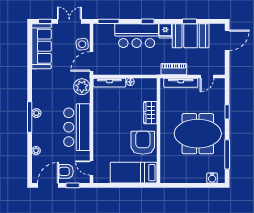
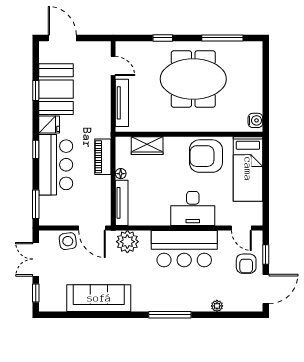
sofa: (41, 46) -> (99, 298), moved
piano: (174, 69) -> (103, 157), moved
plant: (36, 113) -> (164, 305), removed
wardrobe: (150, 113) -> (147, 146), moved
desk: (105, 133) -> (193, 208), added
meeting table: (198, 134) -> (193, 79), turned 90
door: (92, 168) -> (241, 228), hinge flipped
water cooler: (212, 178) -> (255, 120), moved
door: (48, 185) -> (266, 289), swing flipped

